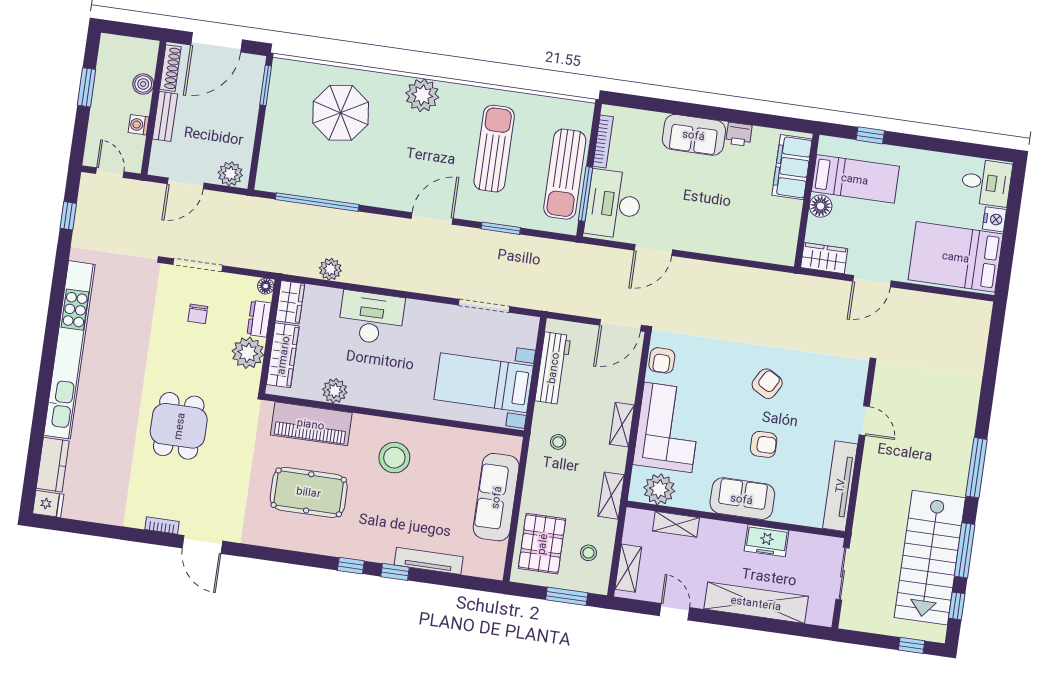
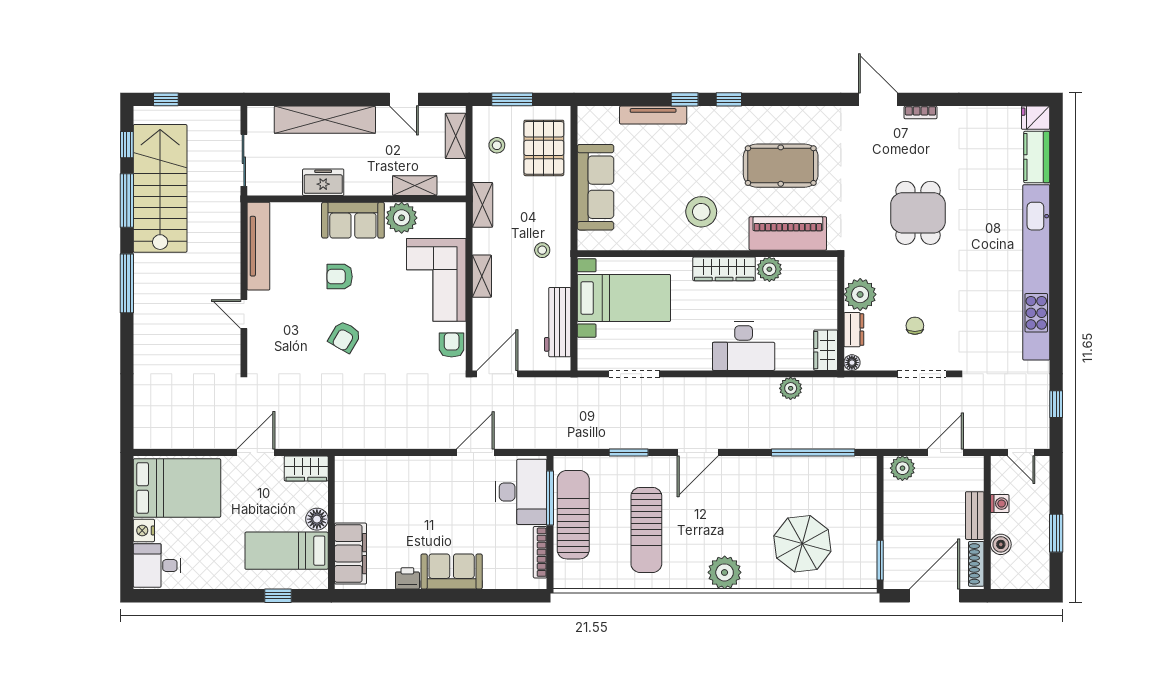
wardrobe: (283, 355) -> (724, 269), moved, turned -90
plant: (659, 489) -> (402, 218), moved

